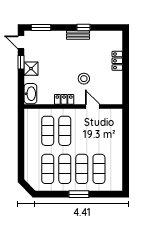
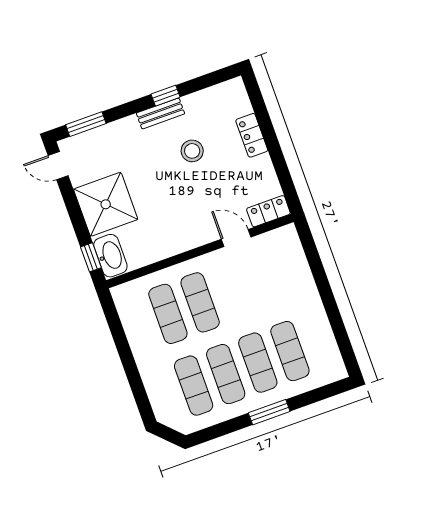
window: (21, 62) -> (91, 257), moved
shower: (31, 69) -> (106, 204), width x1.86, depth x1.86
stool: (84, 79) -> (192, 151), moved
locker: (64, 99) -> (268, 211), moved

